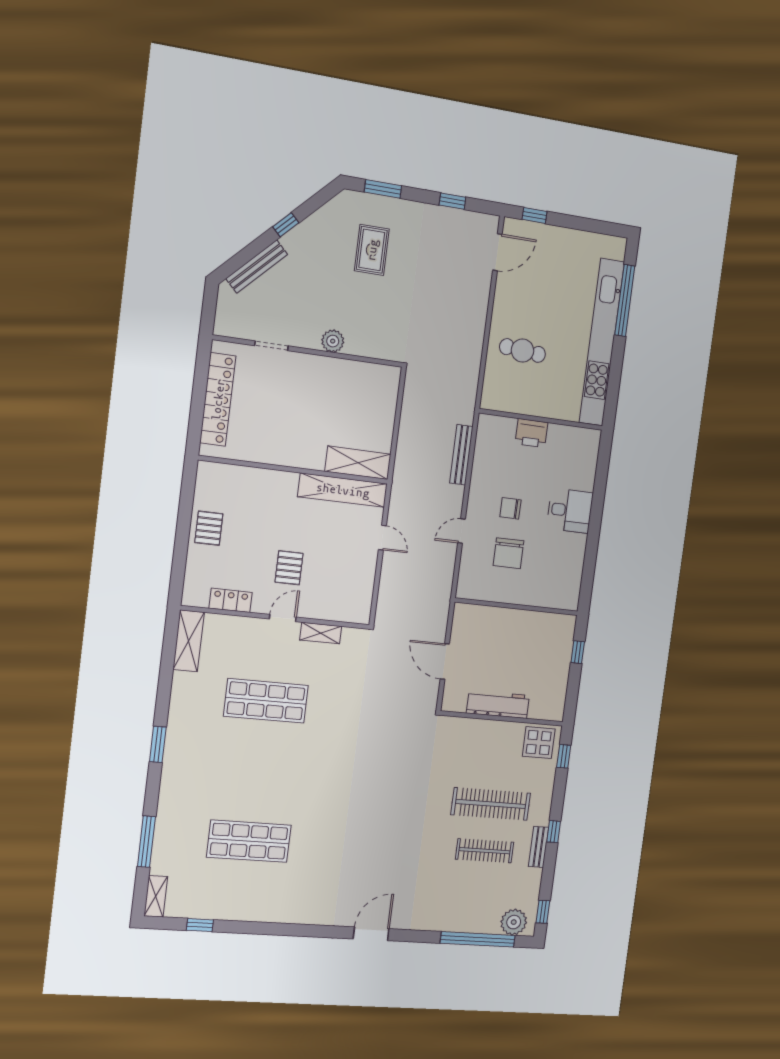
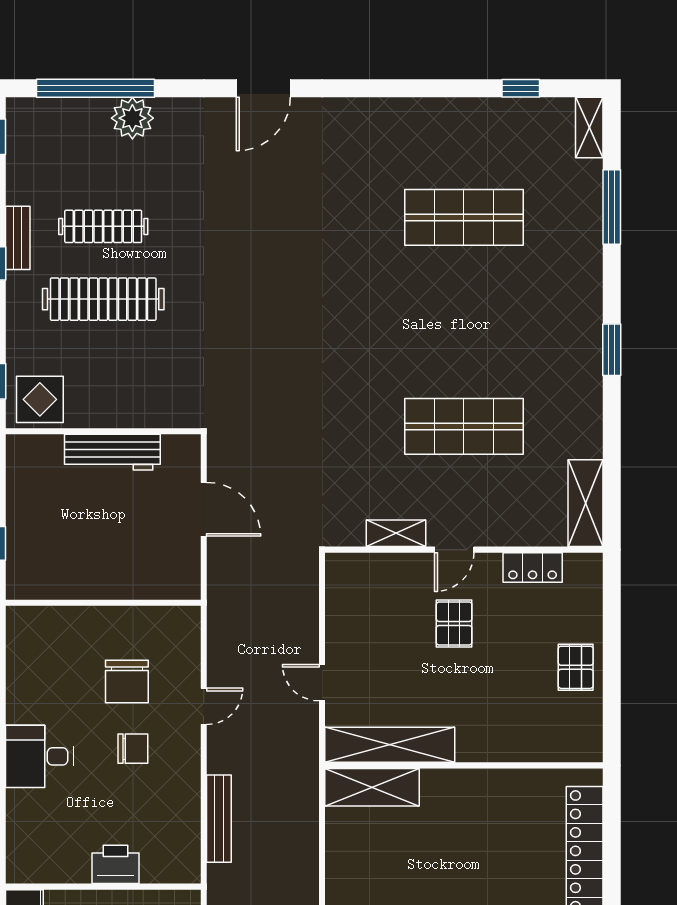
chair: (508, 553) -> (127, 682), turned 180
plant: (514, 922) -> (132, 118), moved

